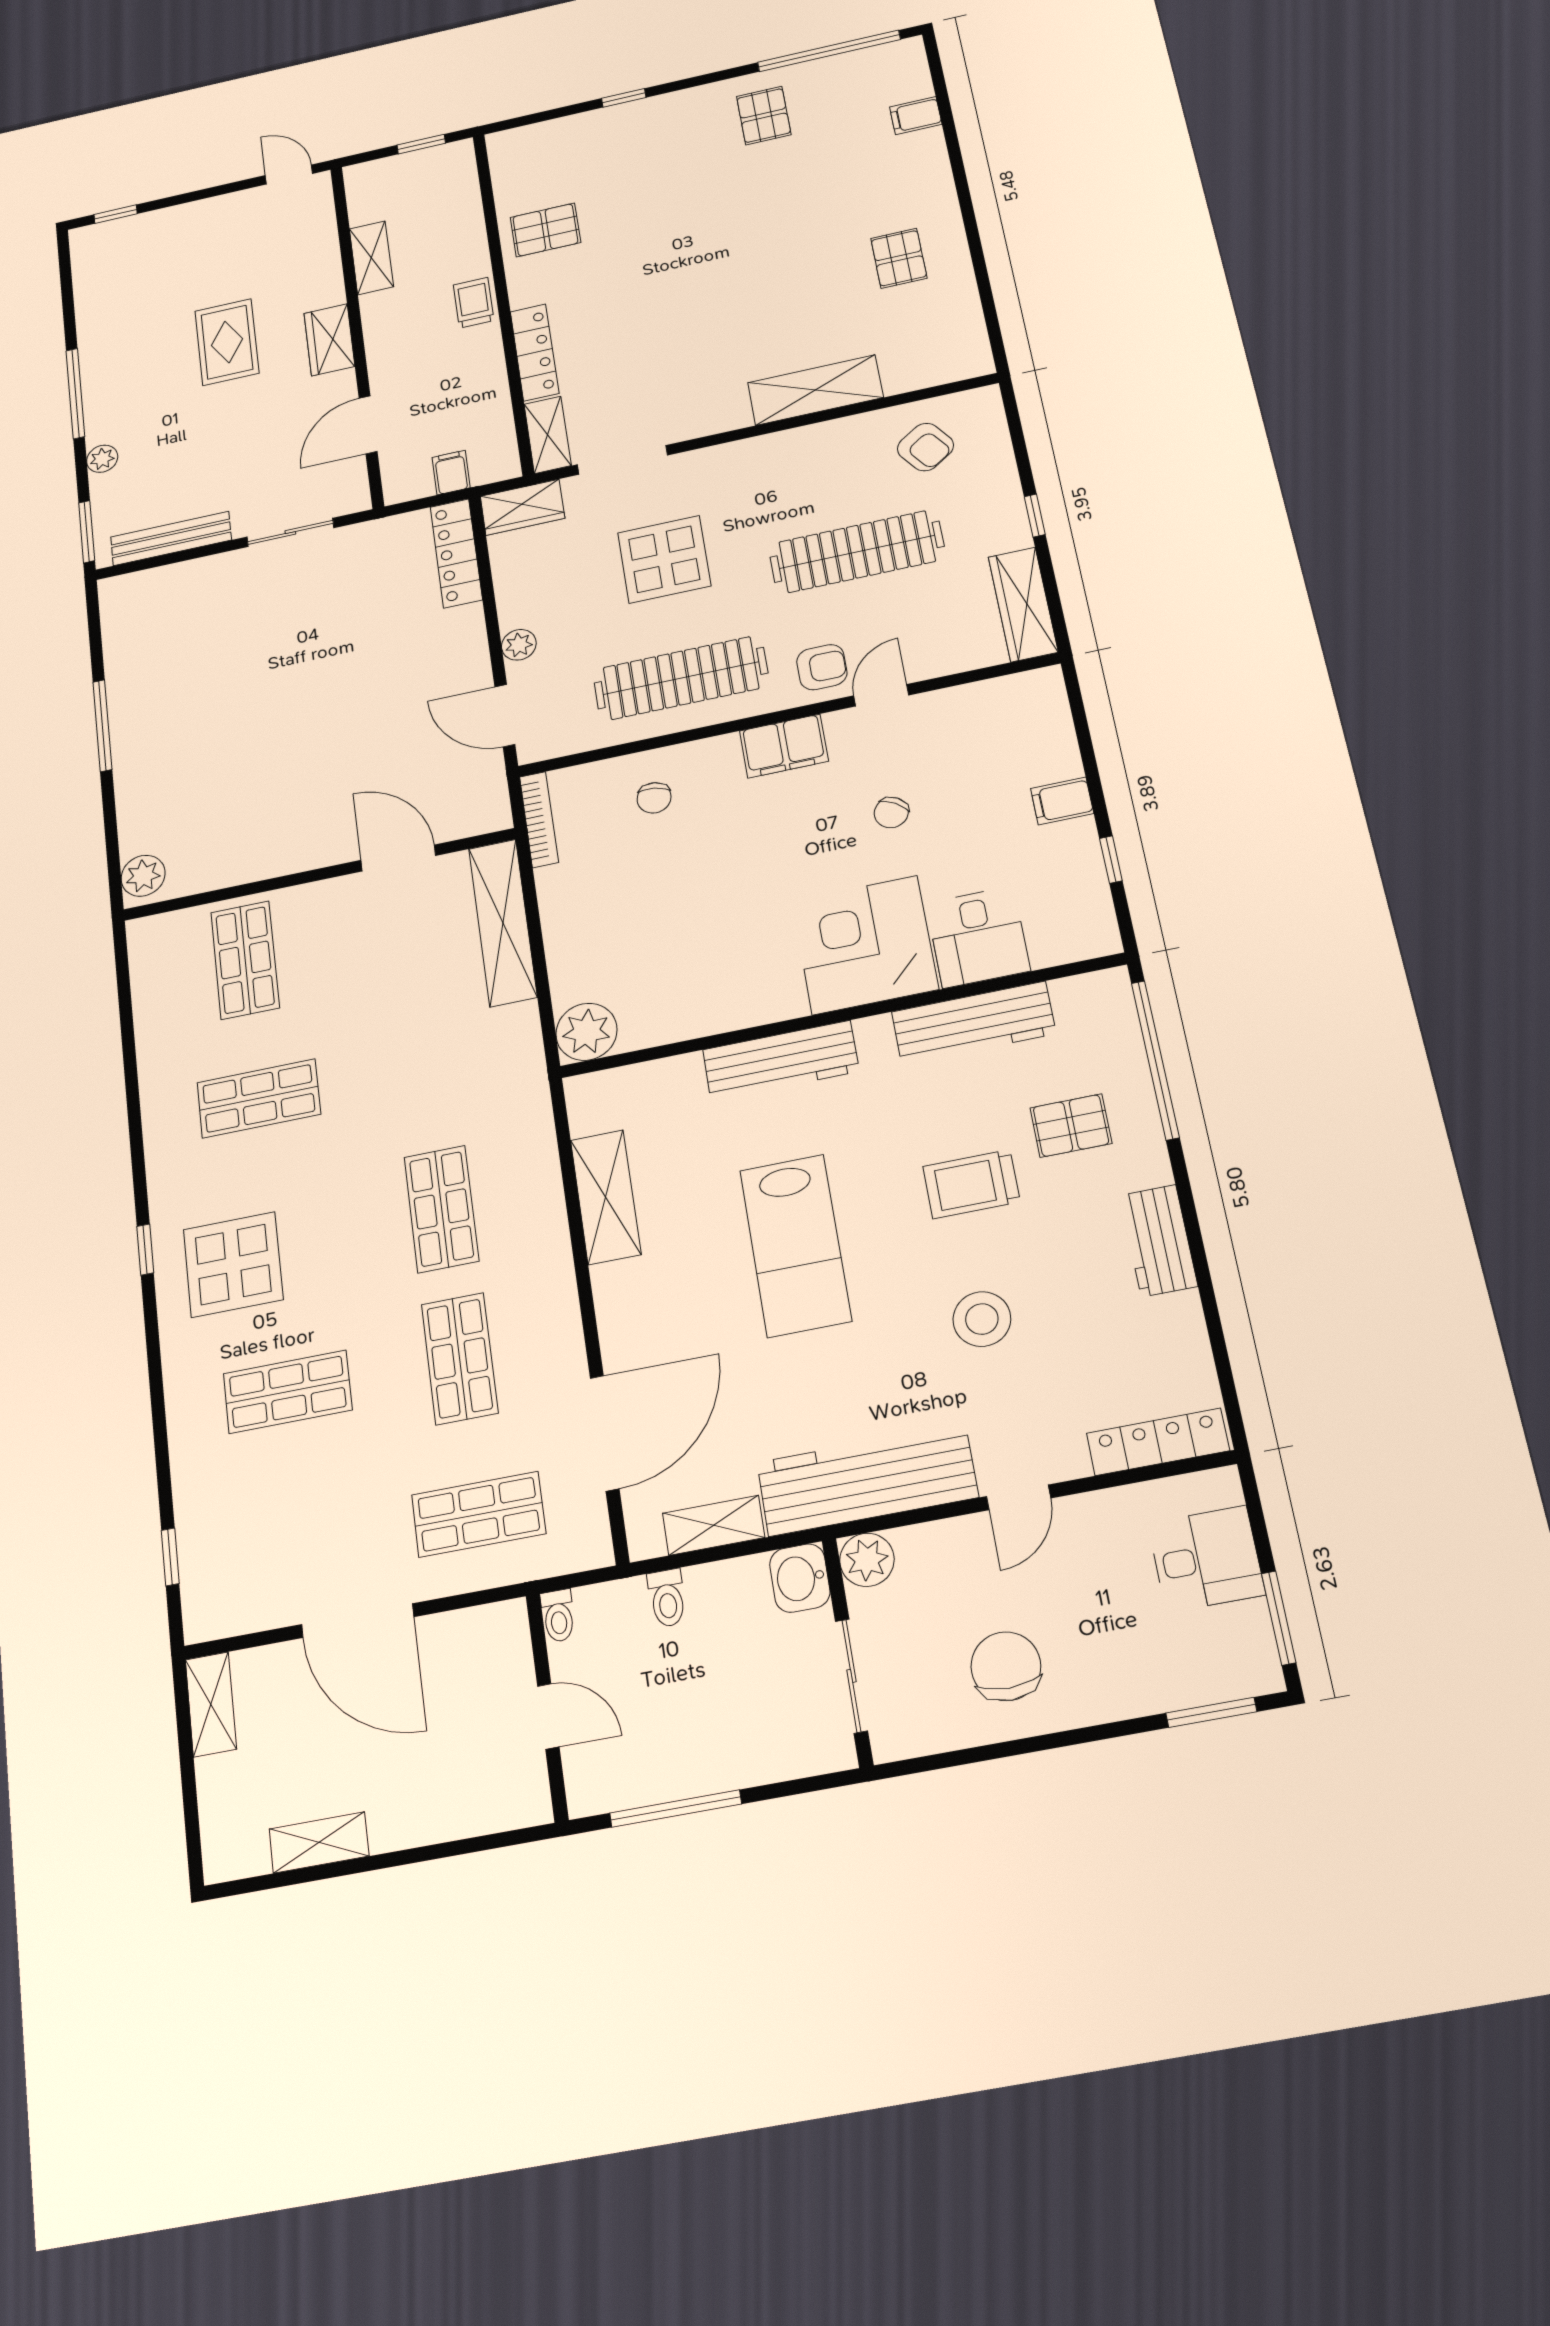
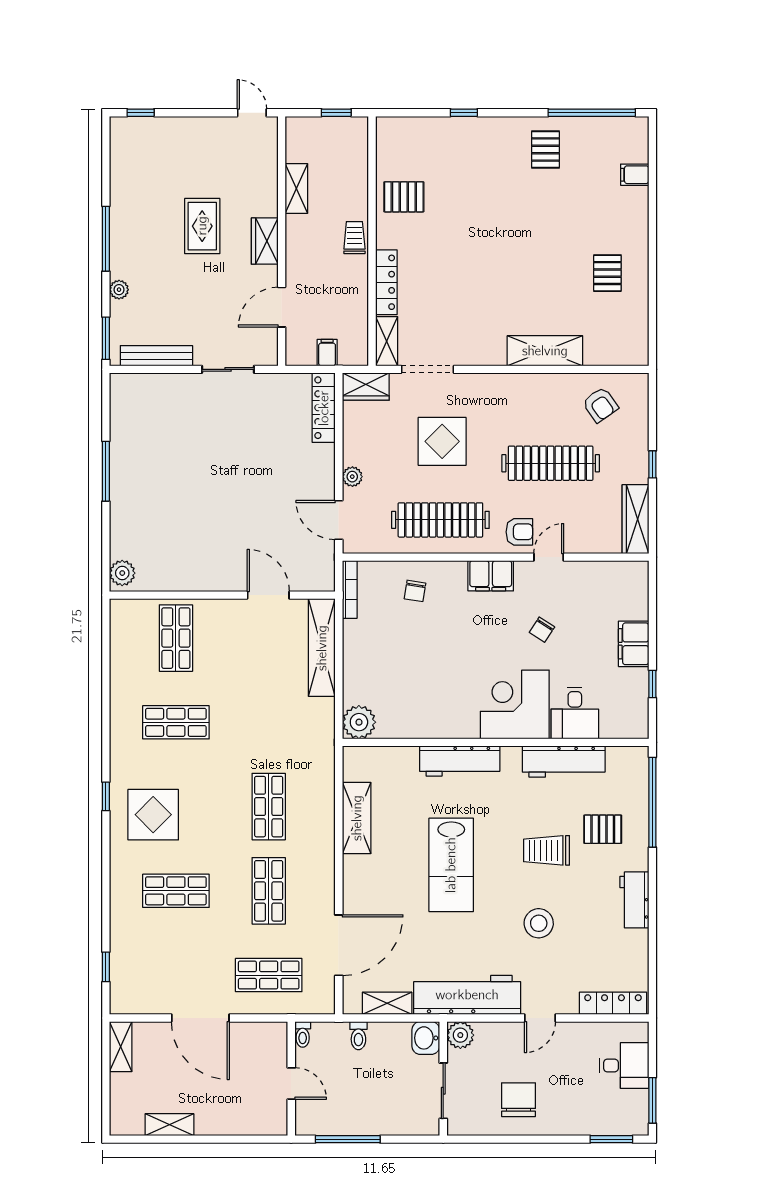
filing cabinet: (1062, 801) -> (634, 644), width x2.00

